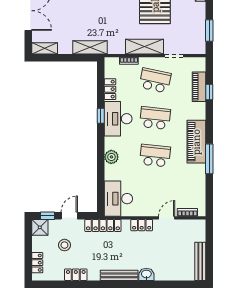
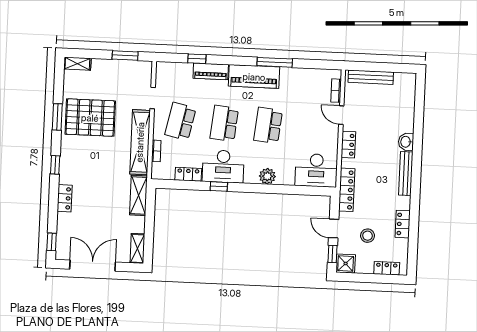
shelving: (145, 47) -> (140, 142), width x1.47
piano: (199, 87) -> (211, 71), moved
bench: (200, 261) -> (371, 77), moved

